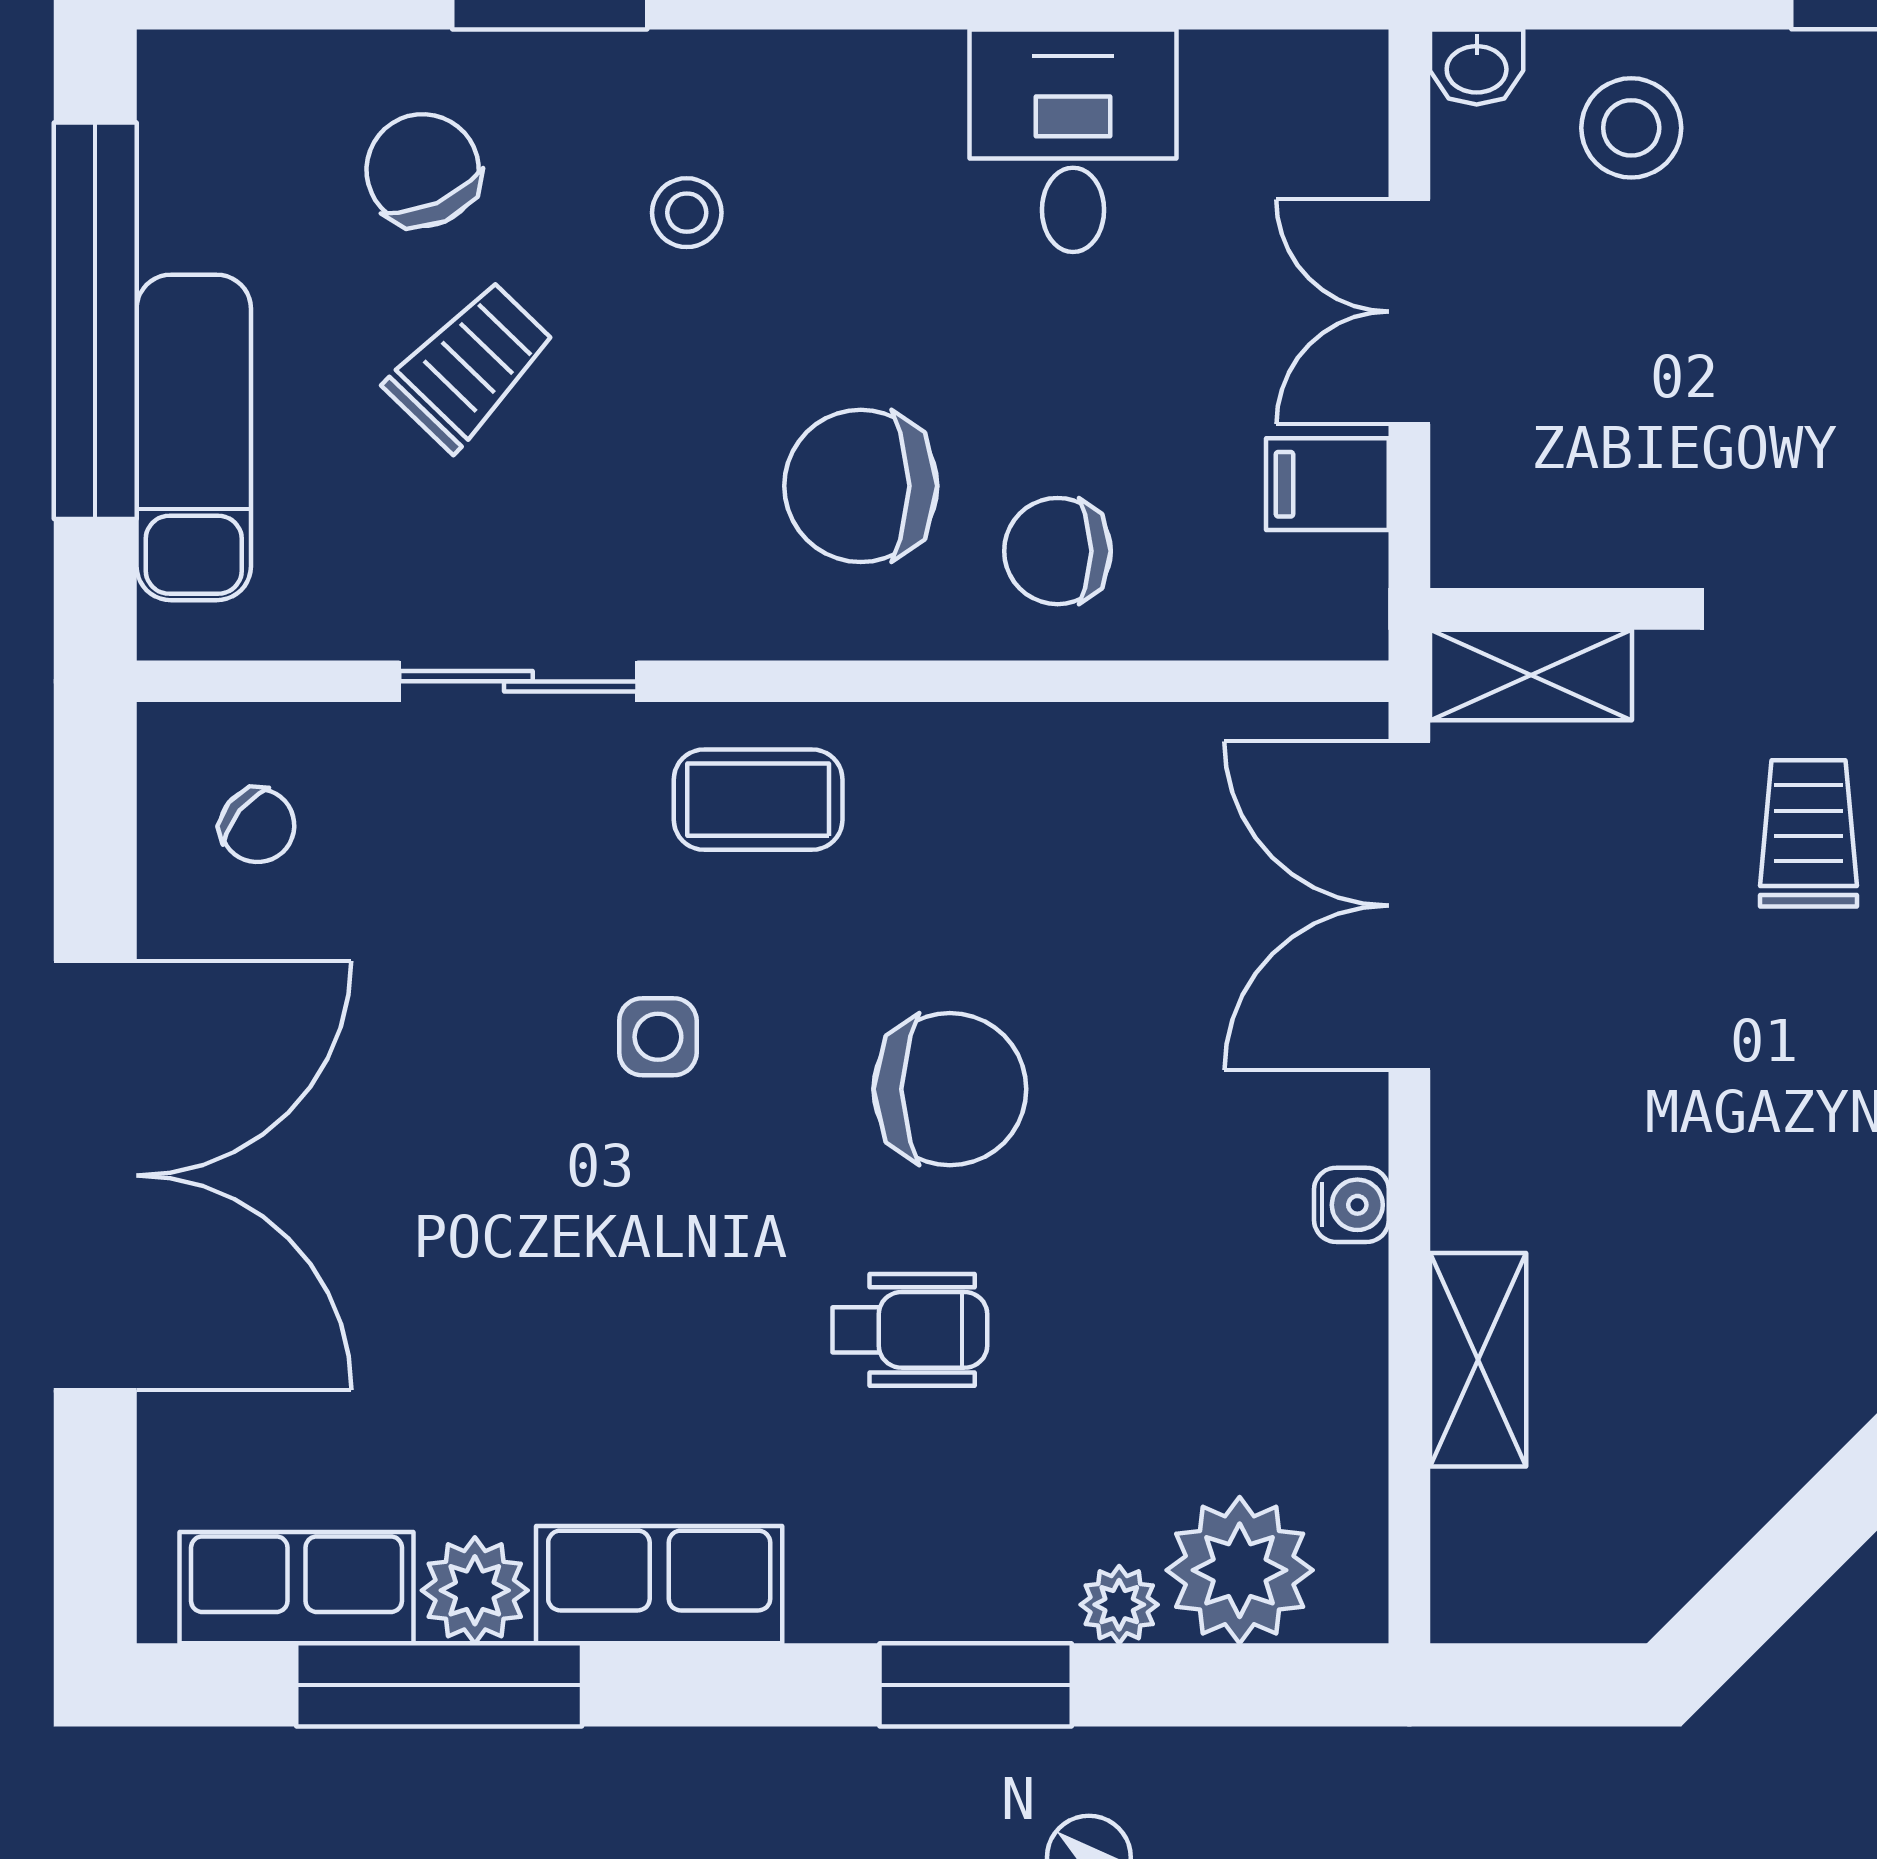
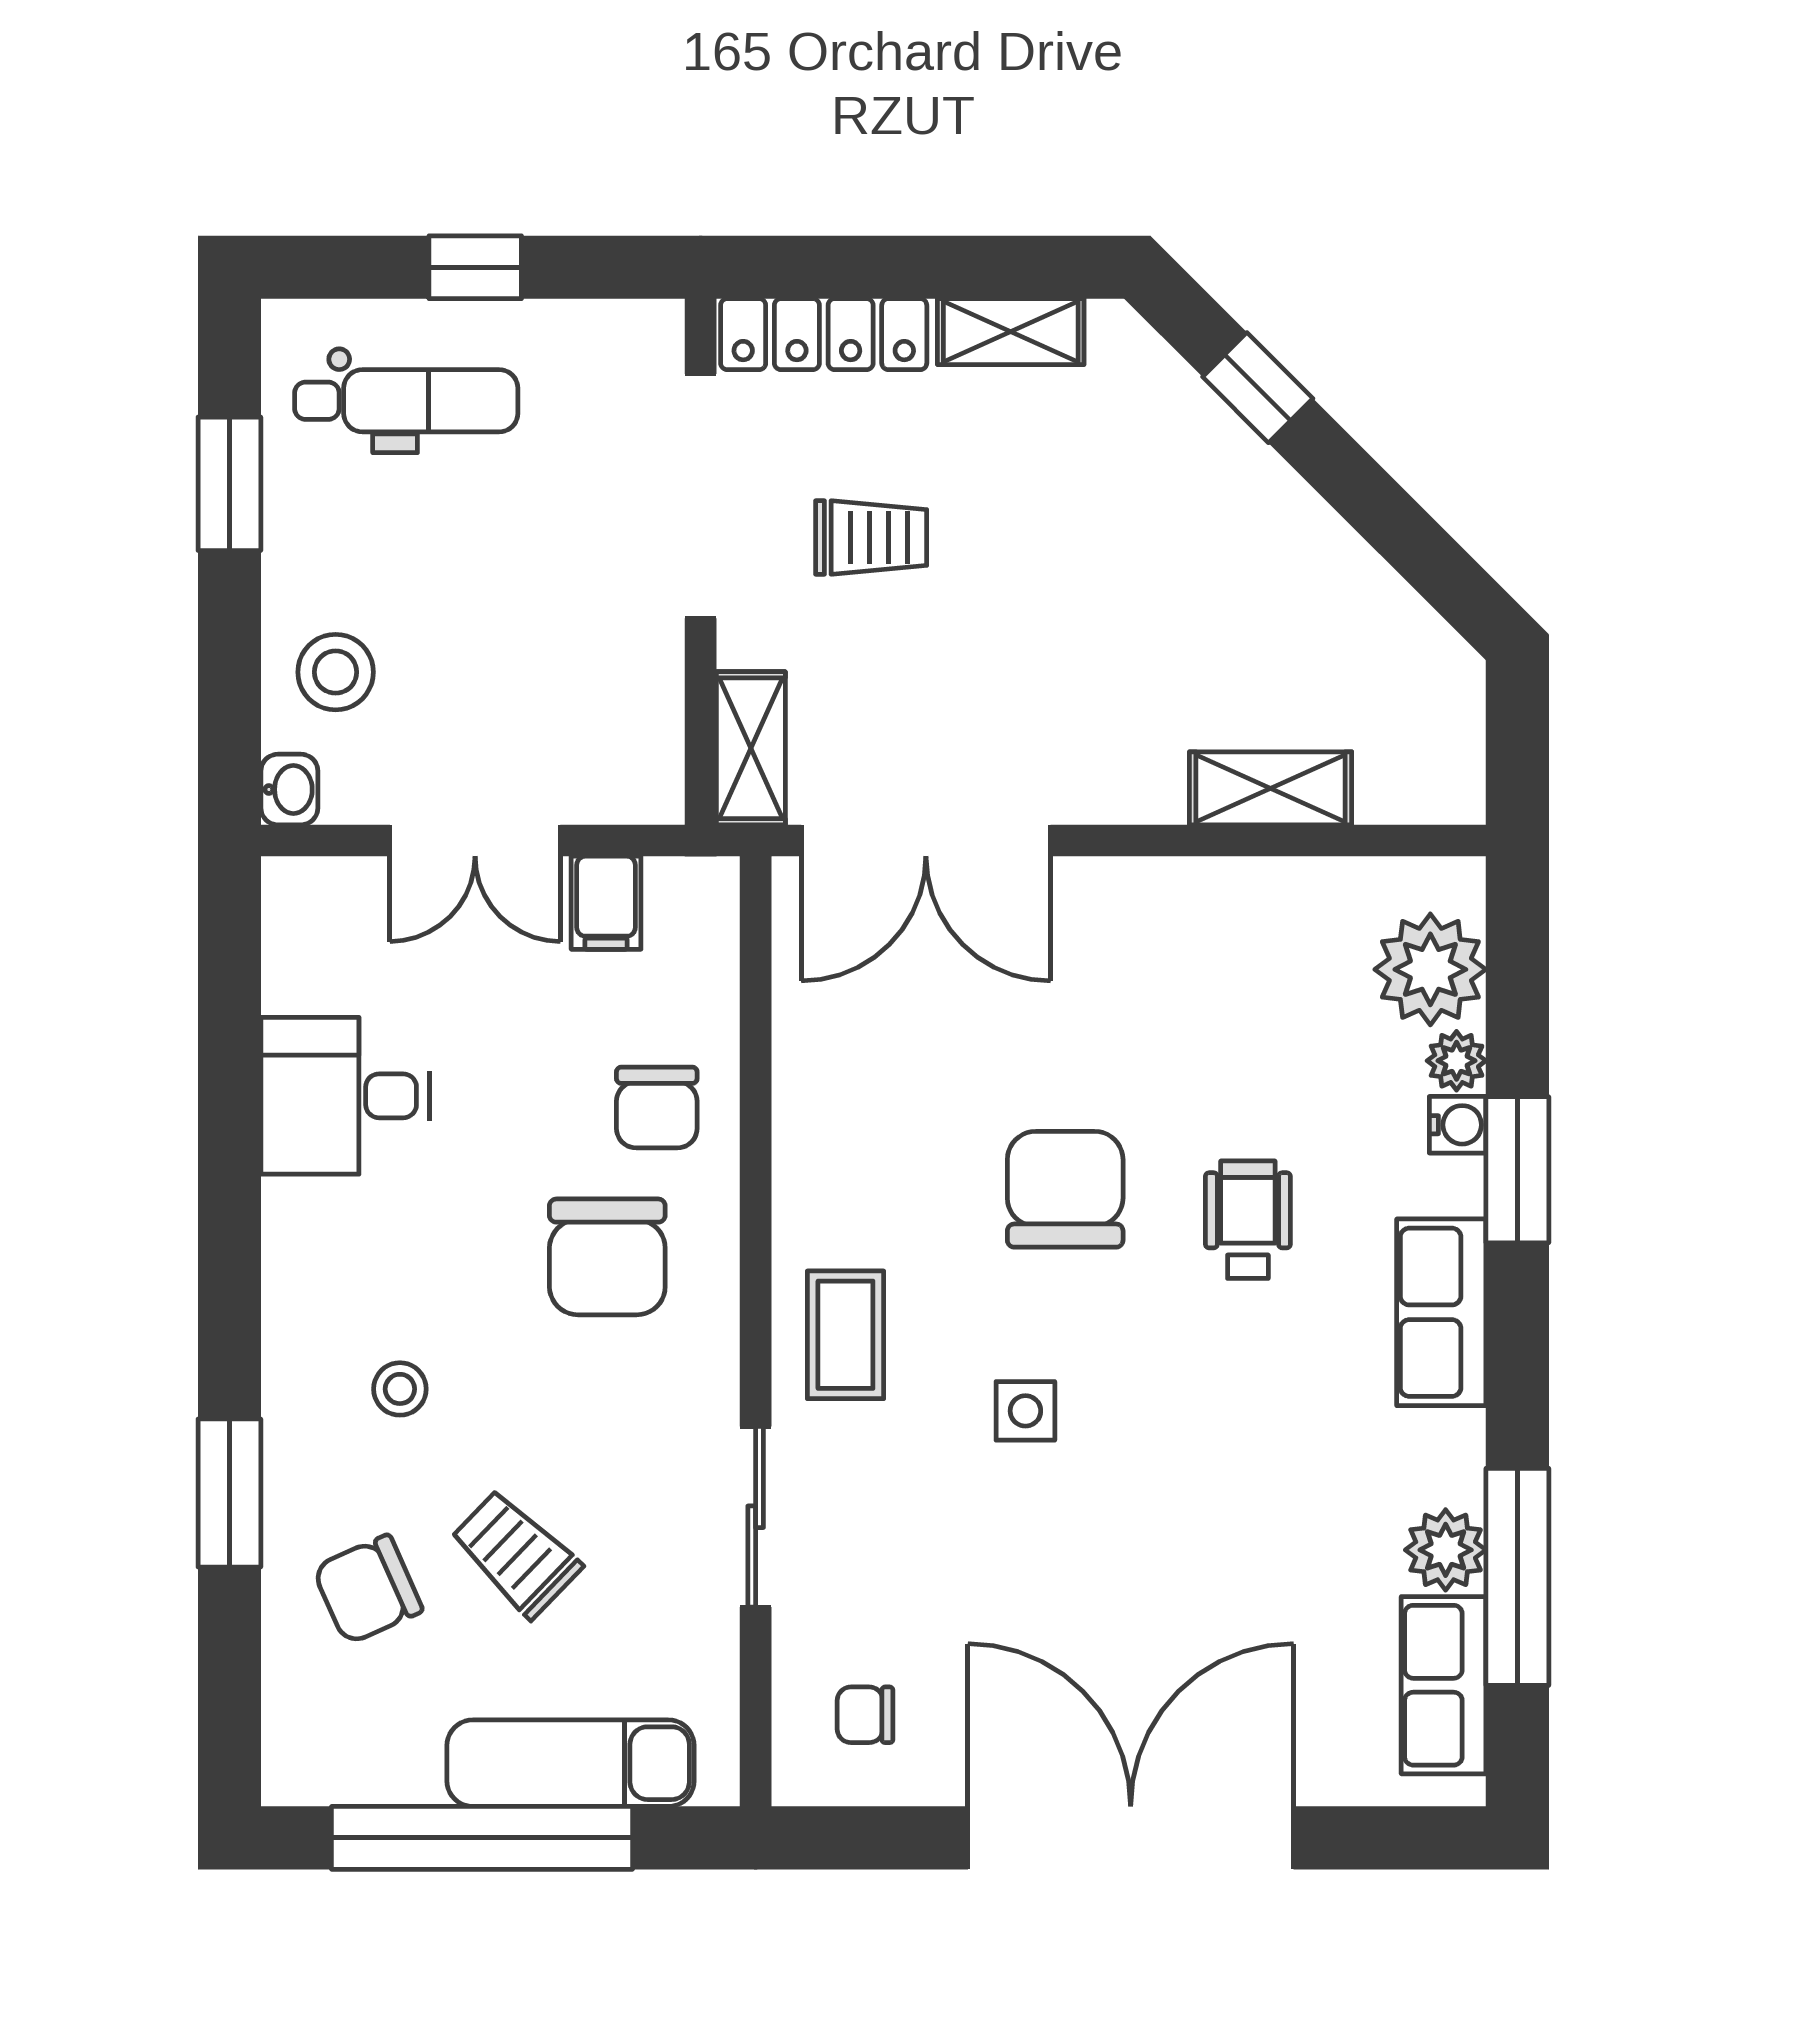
chair: (257, 825) -> (865, 1715), turned -129
trolley: (1809, 833) -> (871, 538), turned 180
water cooler: (1351, 1205) -> (1458, 1125), moved, turned 90
row of seats: (659, 1585) -> (1441, 1312), moved

